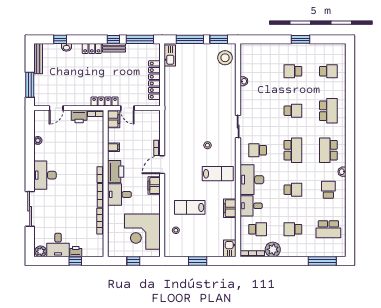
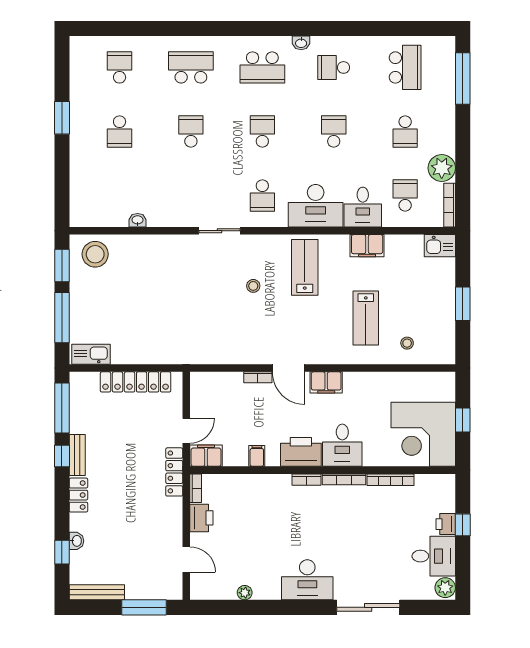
school desk: (293, 150) -> (262, 131), width x0.54
corner desk: (142, 232) -> (423, 434), moved, turned 90

